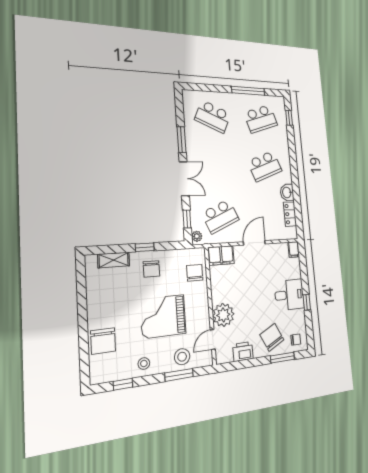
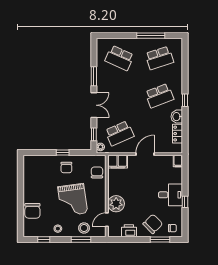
window: (289, 118) -> (185, 100), moved
shelving: (114, 260) -> (42, 160), removed
grand piano: (163, 316) -> (73, 200), turned -98
chair: (272, 337) -> (153, 224), turned 72

